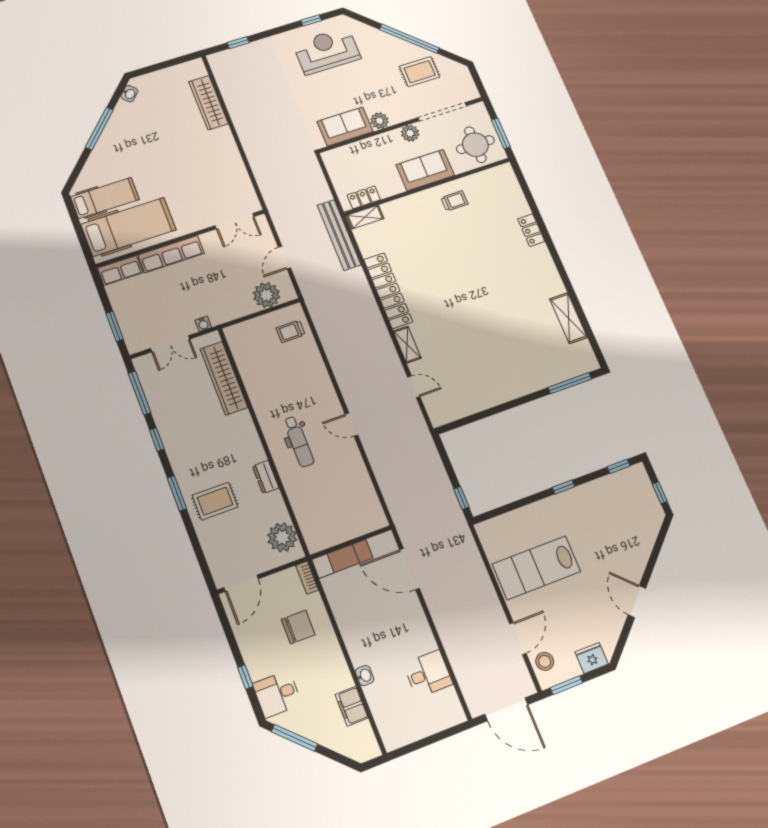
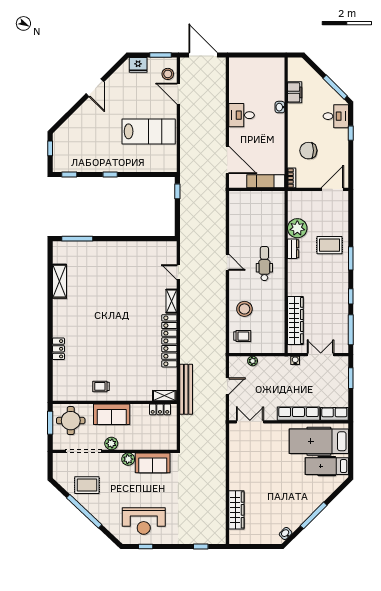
plant: (266, 295) -> (253, 361), width x0.53, depth x0.53
stool: (302, 369) -> (244, 309), added
plant: (282, 537) -> (297, 228), moved
door: (518, 639) -> (178, 94), hinge flipped
desk: (428, 674) -> (242, 115), moved

